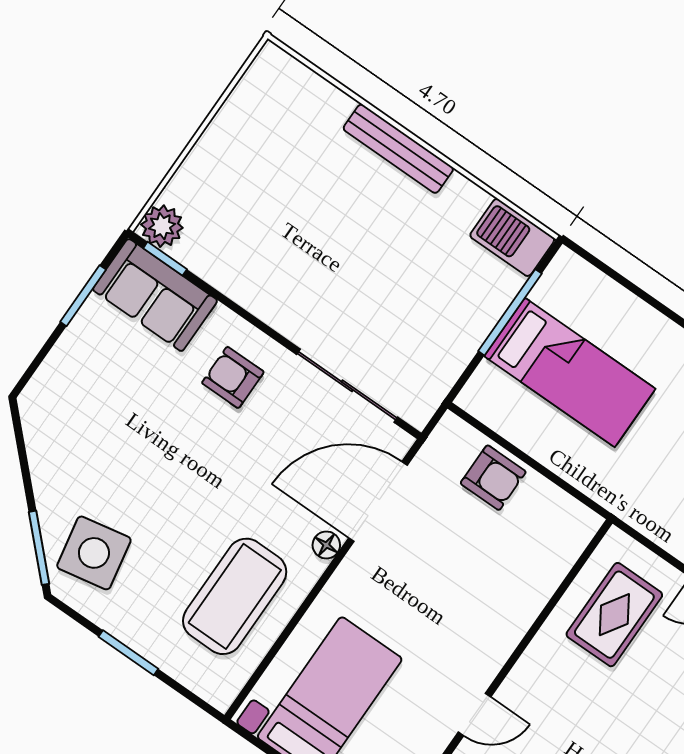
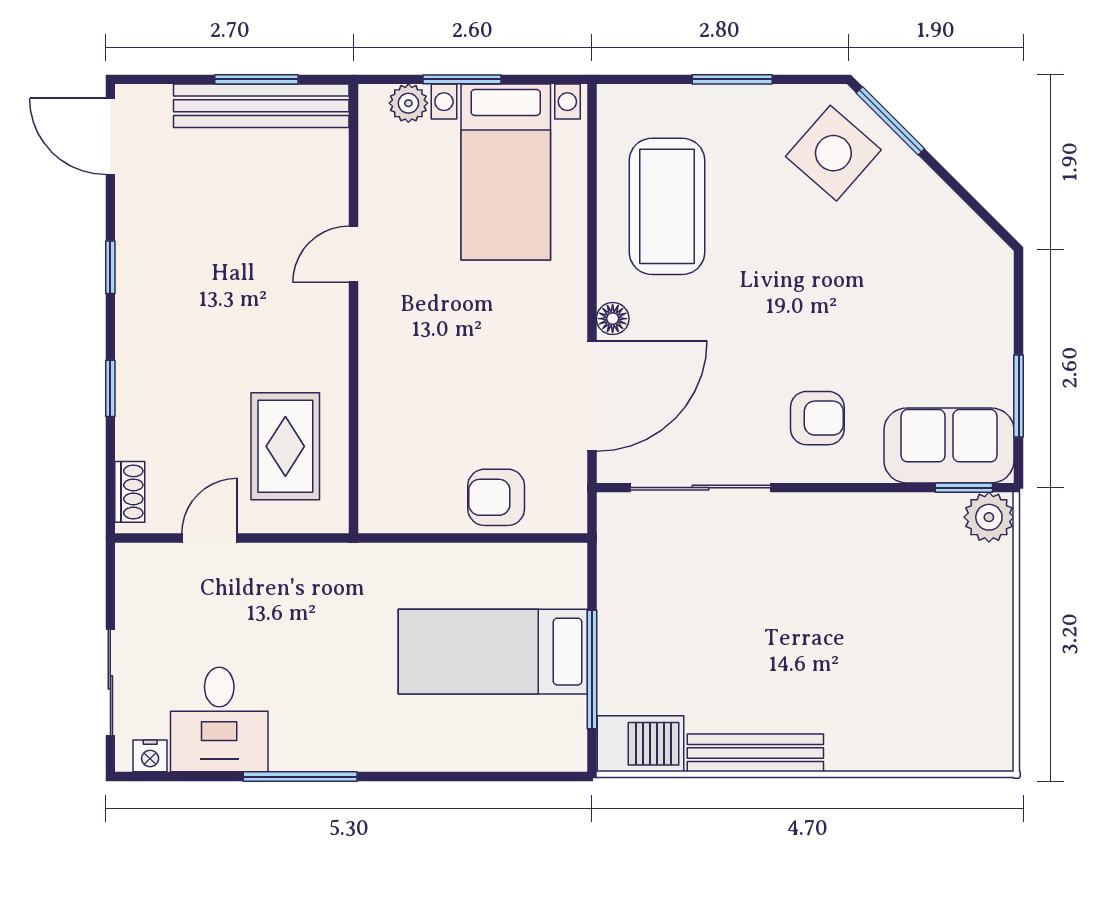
bench: (398, 149) -> (755, 753), moved
side table: (94, 553) -> (833, 153), turned -38

